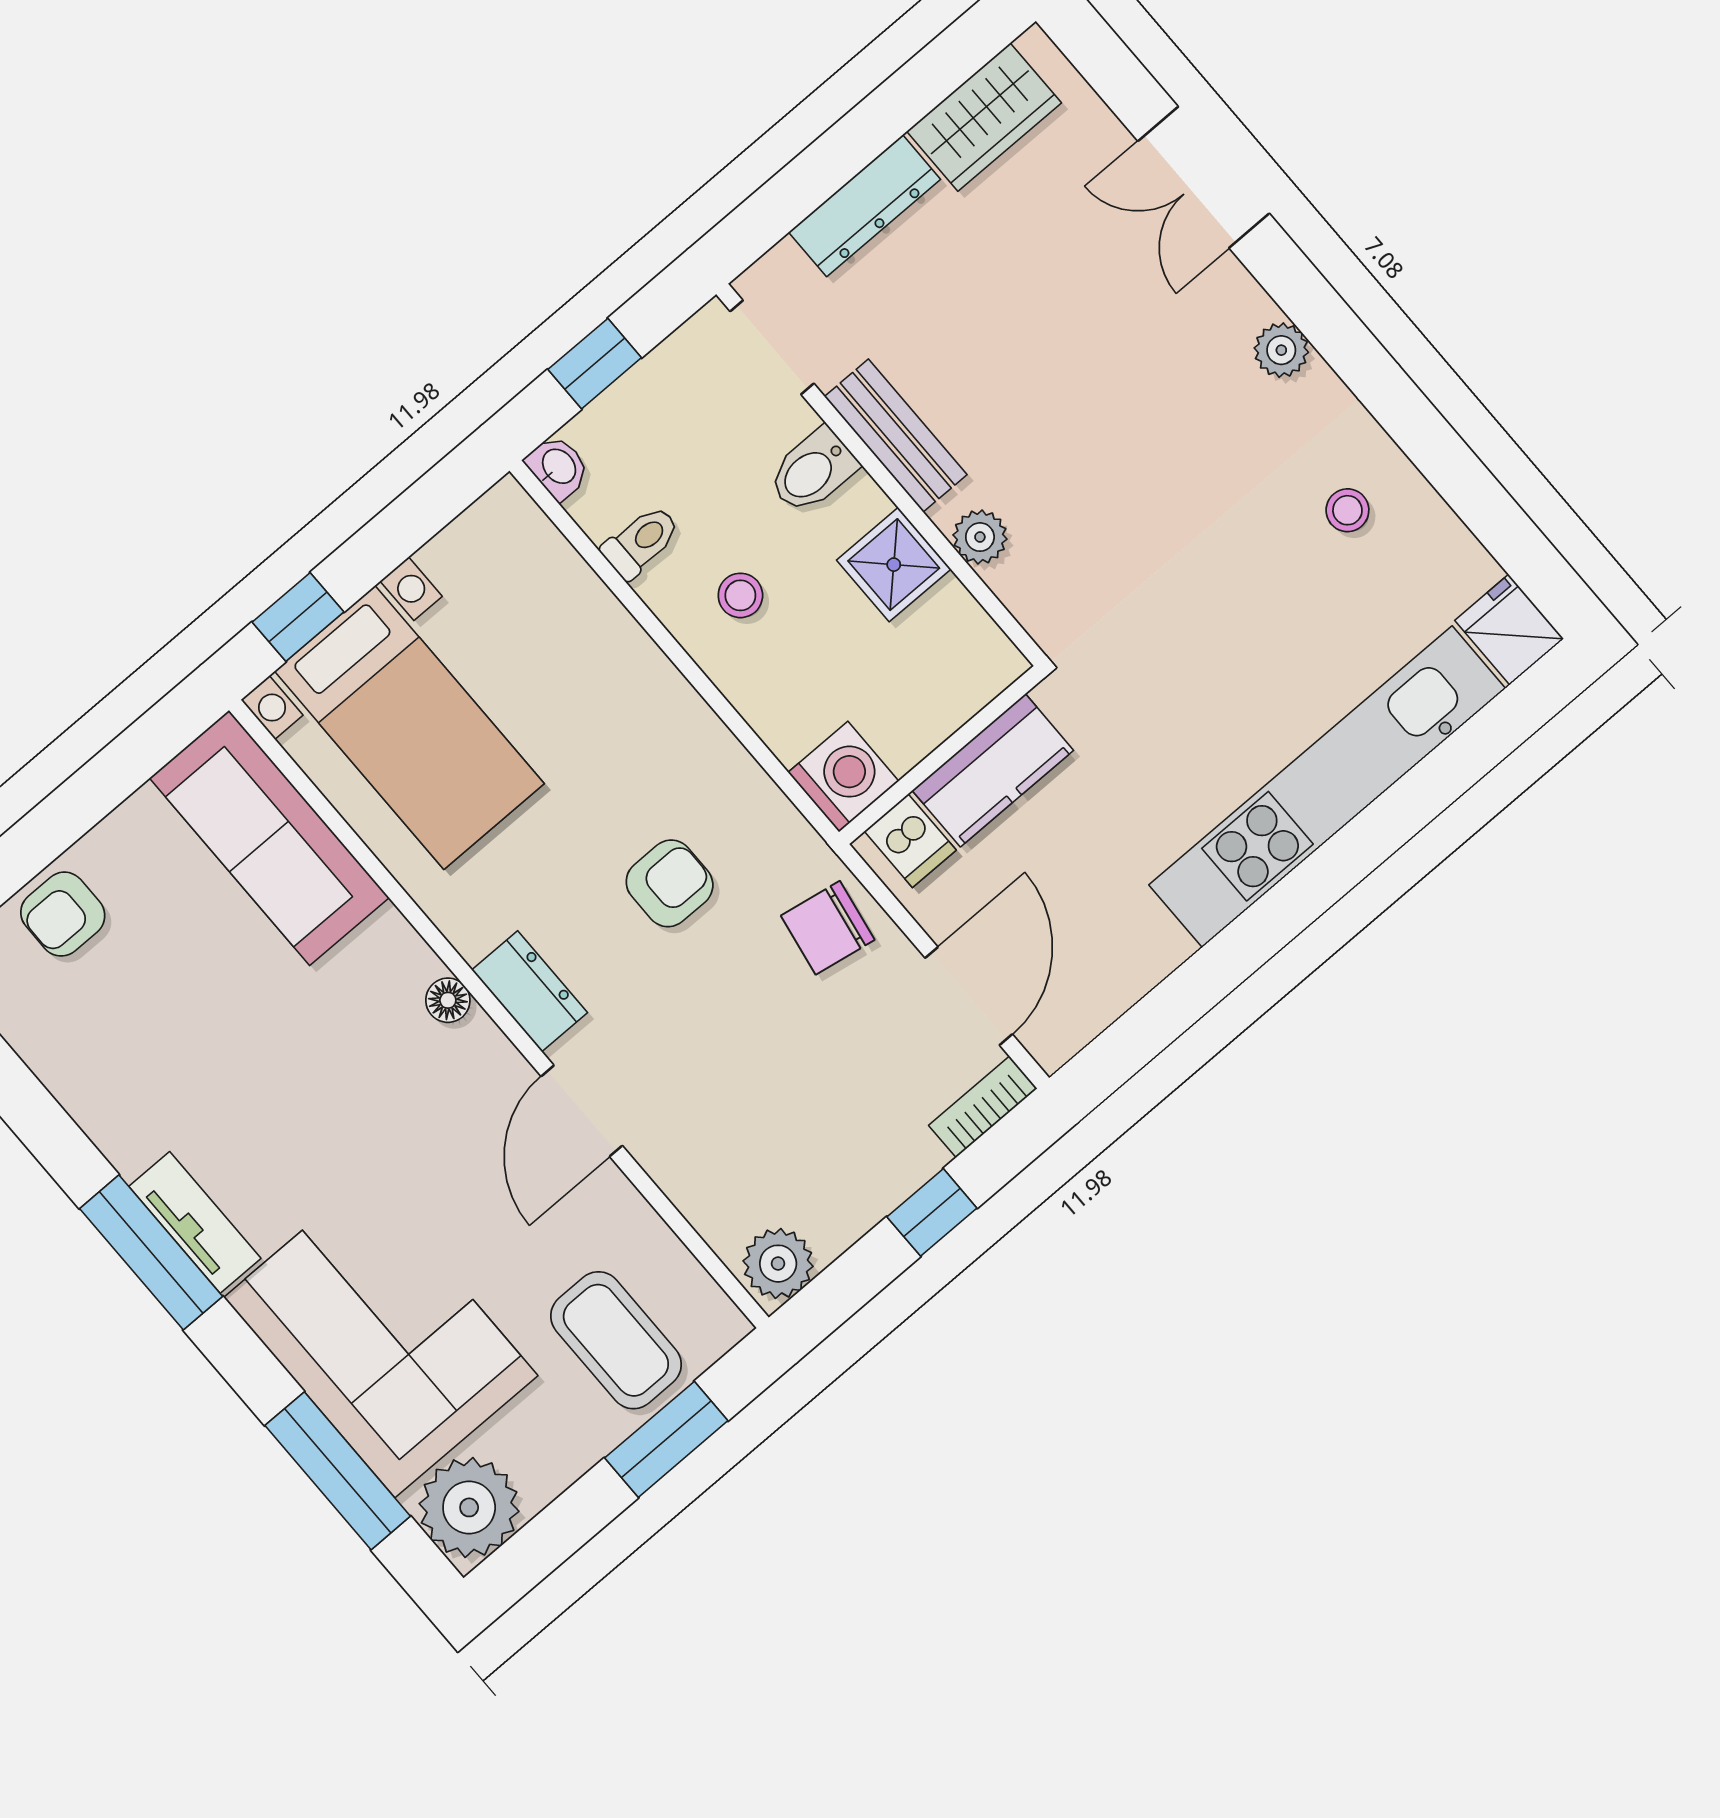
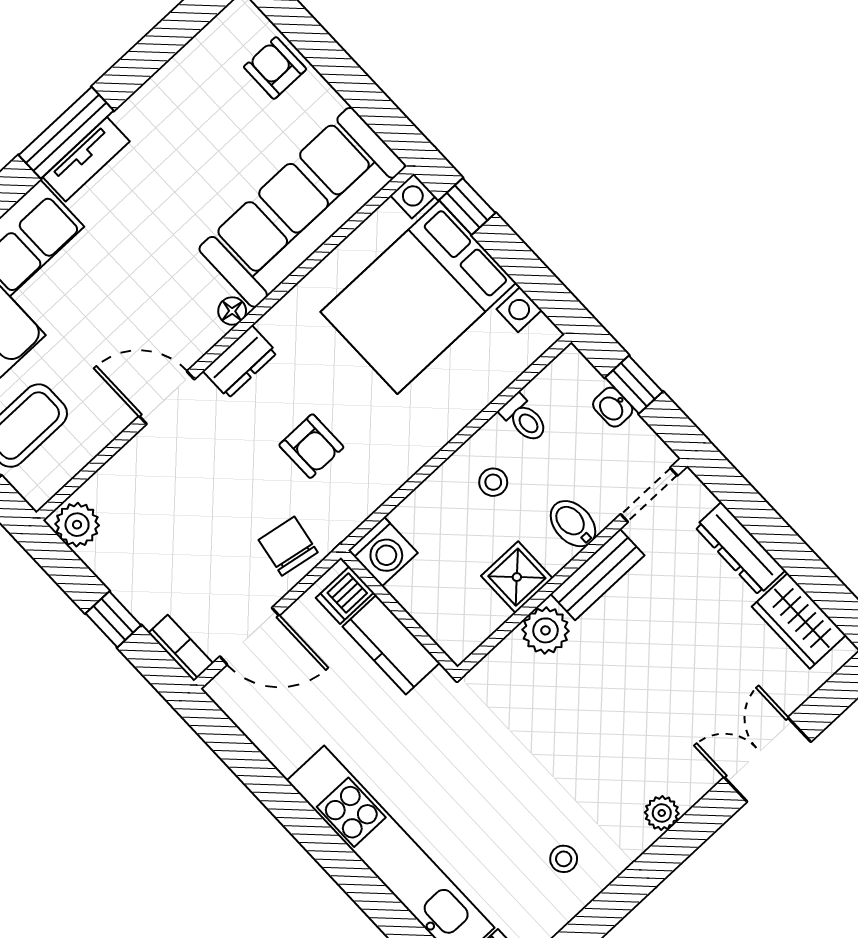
washbasin: (558, 467) -> (613, 407), moved, turned 90
plant: (980, 537) -> (545, 630), width x1.38, depth x1.38
bed with nightstands: (409, 727) -> (418, 297), width x1.36
sofa: (269, 838) -> (302, 207), width x1.36, depth x1.27

